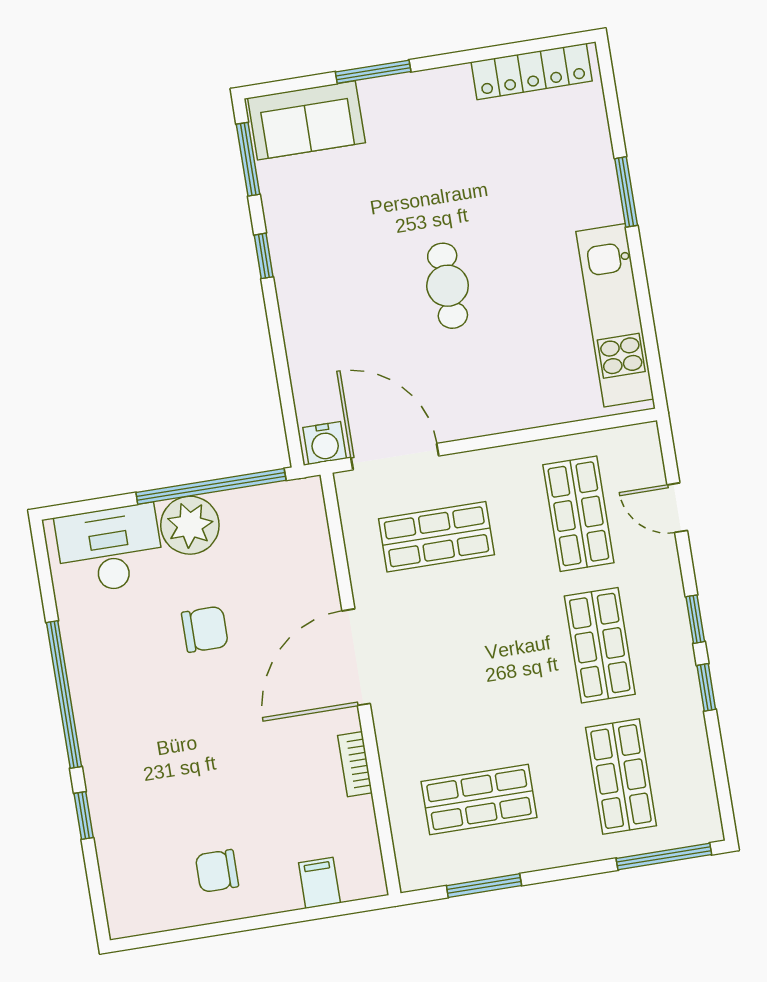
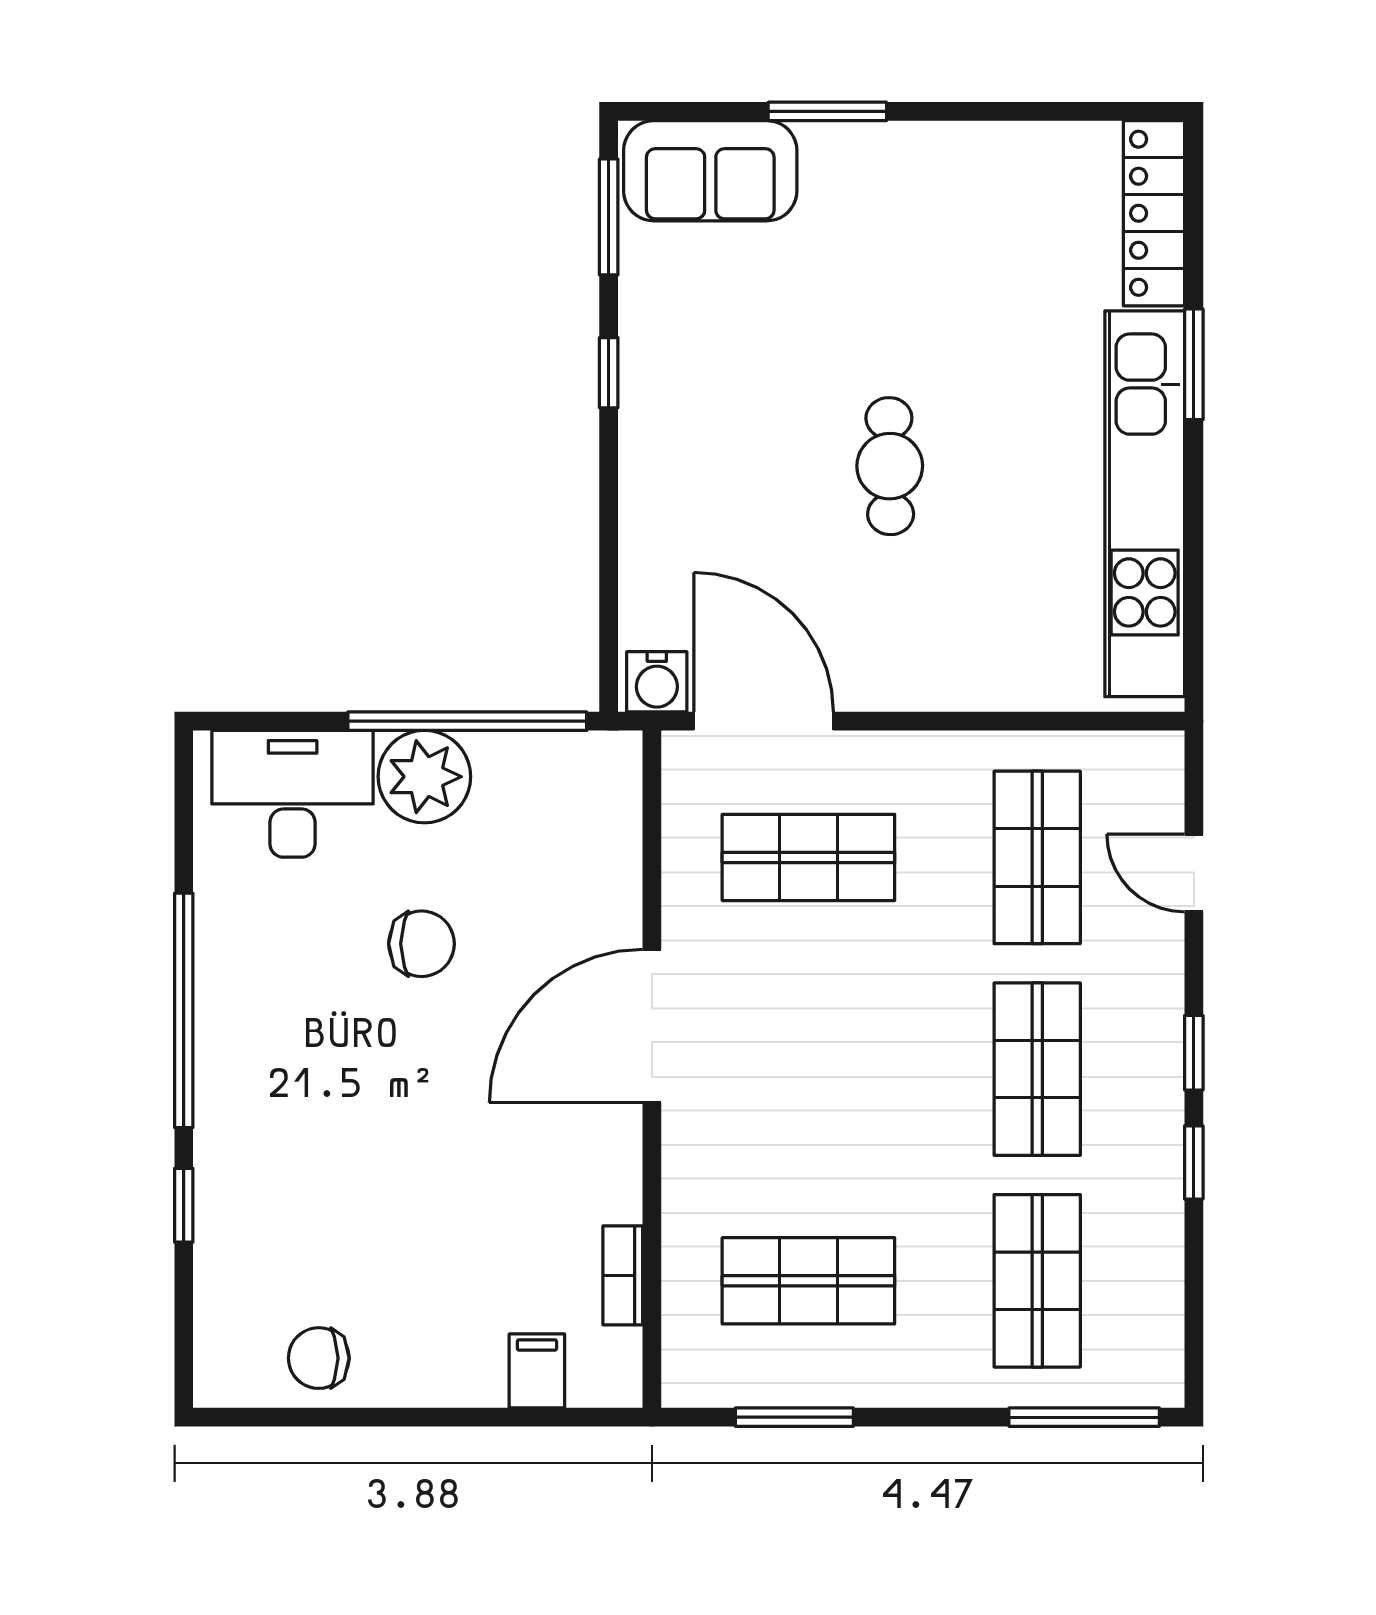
locker: (532, 72) -> (1154, 213), moved, turned 90
kitchen unit: (615, 315) -> (1145, 504), width x1.36
bookcase: (355, 764) -> (623, 1275), moved
chair: (217, 871) -> (319, 1358), moved

